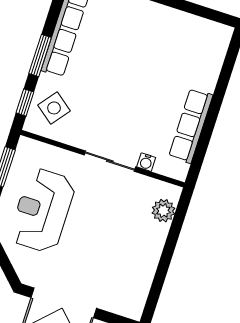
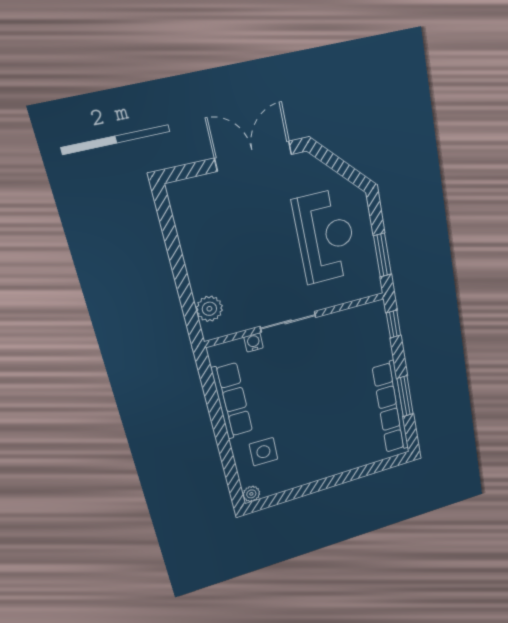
plant: (224, 33) -> (251, 494), added
window: (40, 55) -> (405, 396), moved
side table: (54, 108) -> (263, 452), moved, turned -37

